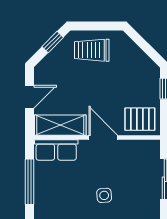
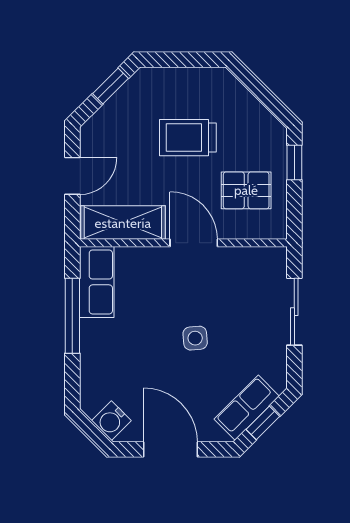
trolley: (92, 50) -> (188, 138), moved
pallet: (140, 119) -> (246, 190), moved
row of seats: (56, 150) -> (97, 282), moved, turned -90

